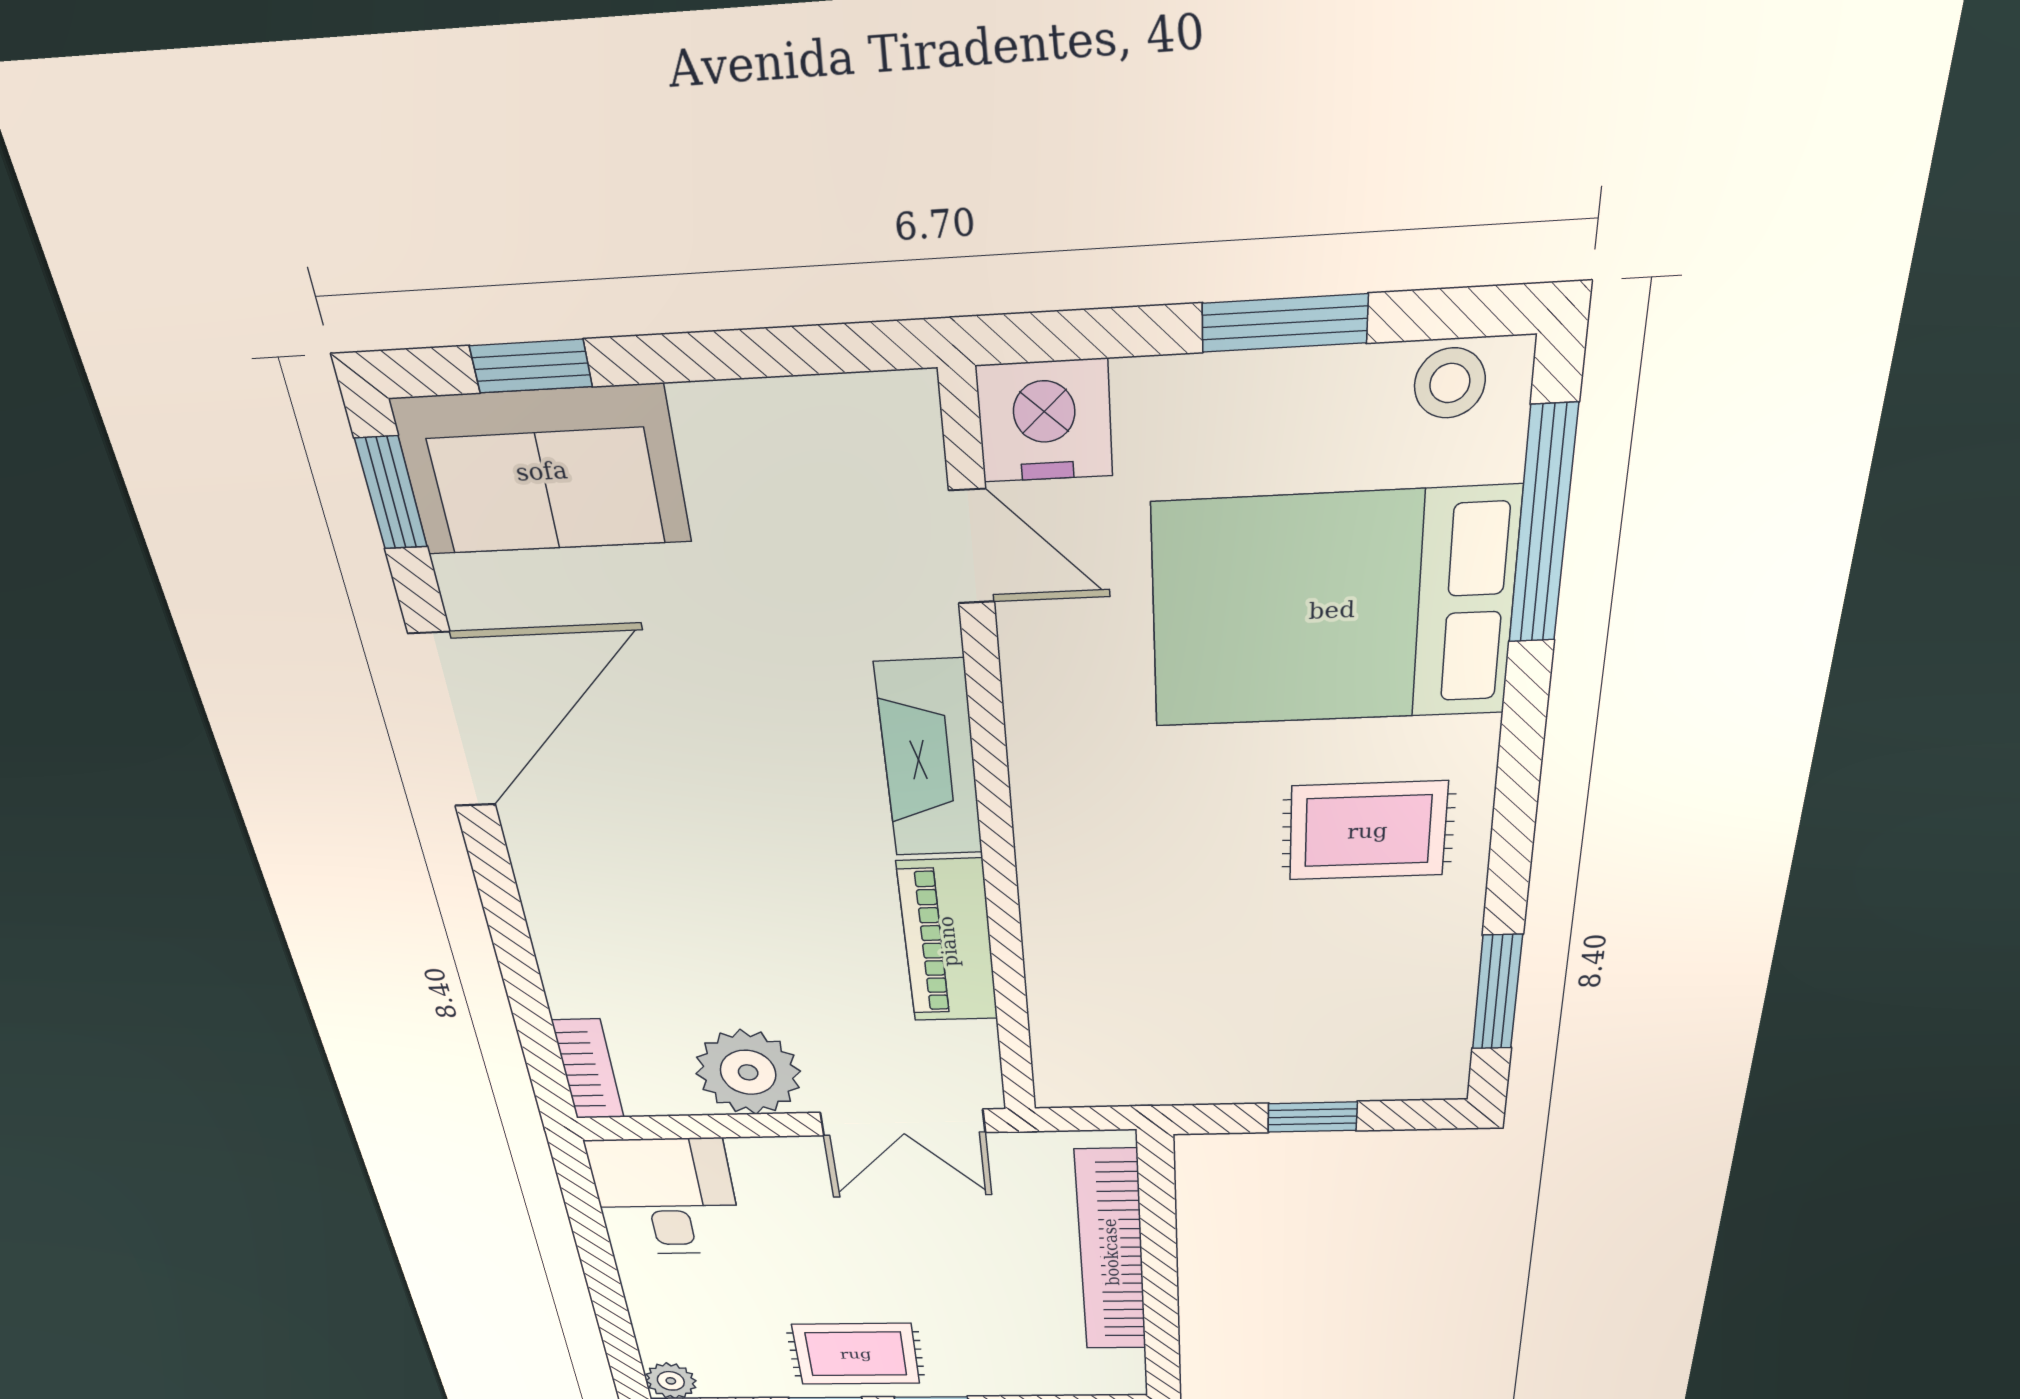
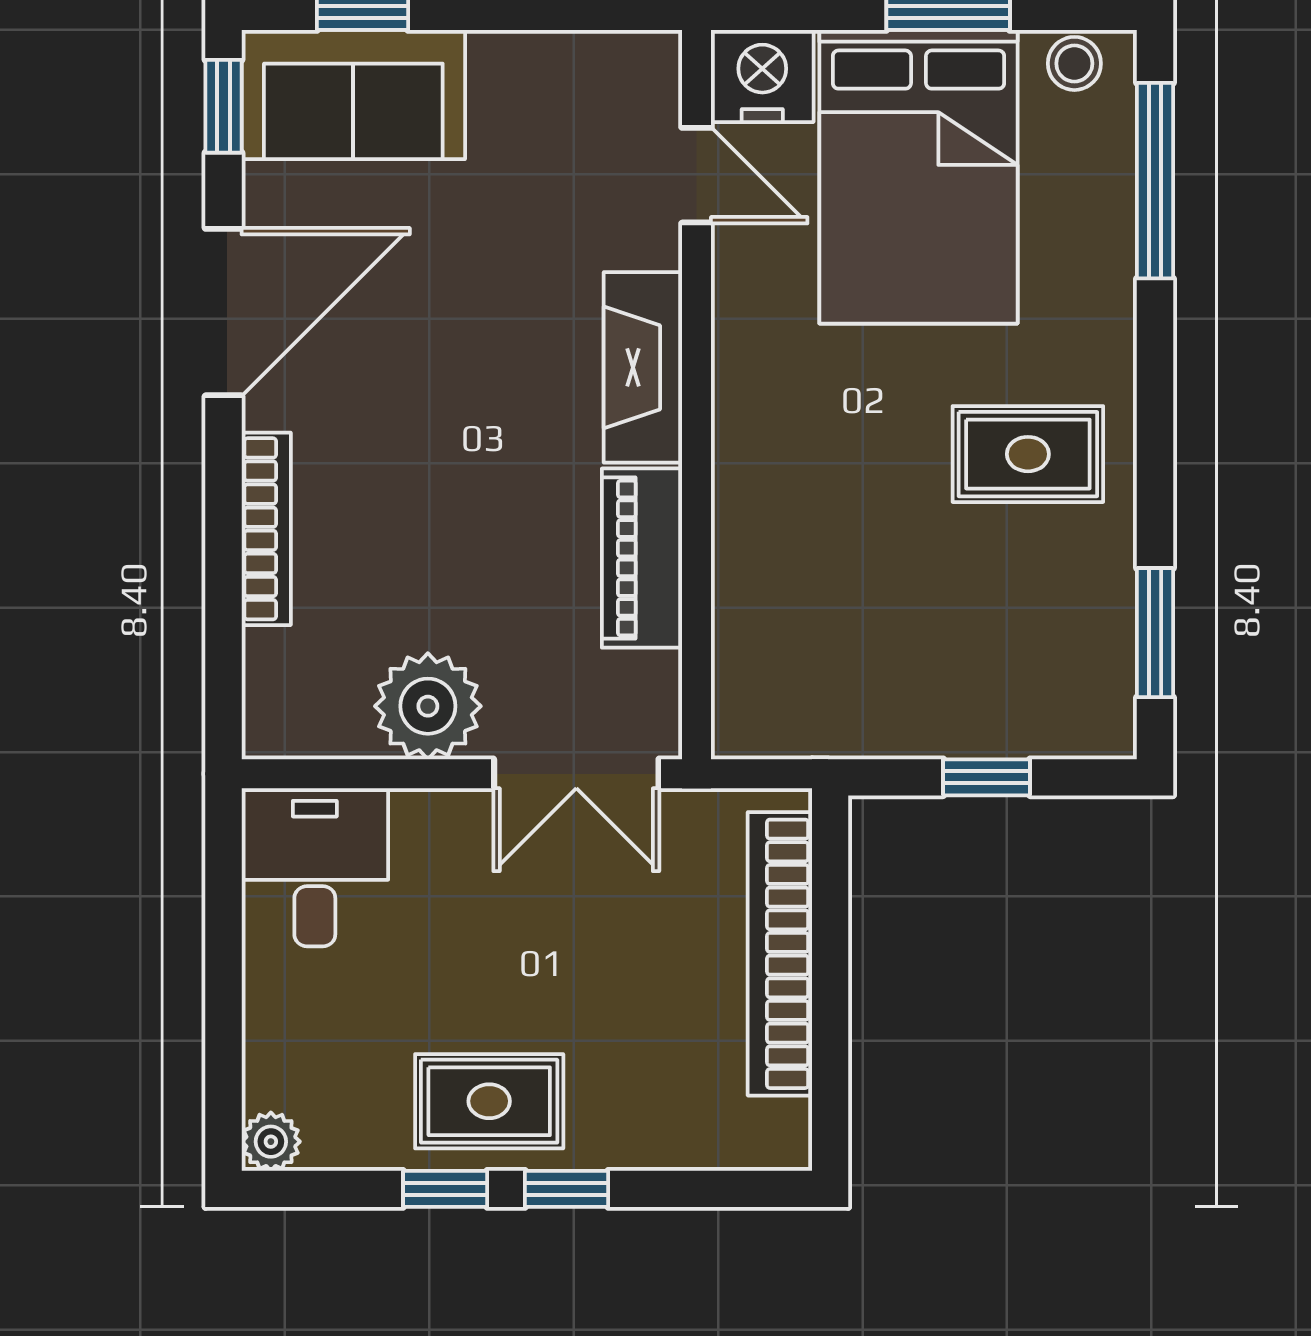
bed: (1332, 610) -> (918, 177), moved, turned -90
bookcase: (588, 1069) -> (266, 529), moved, width x1.56

